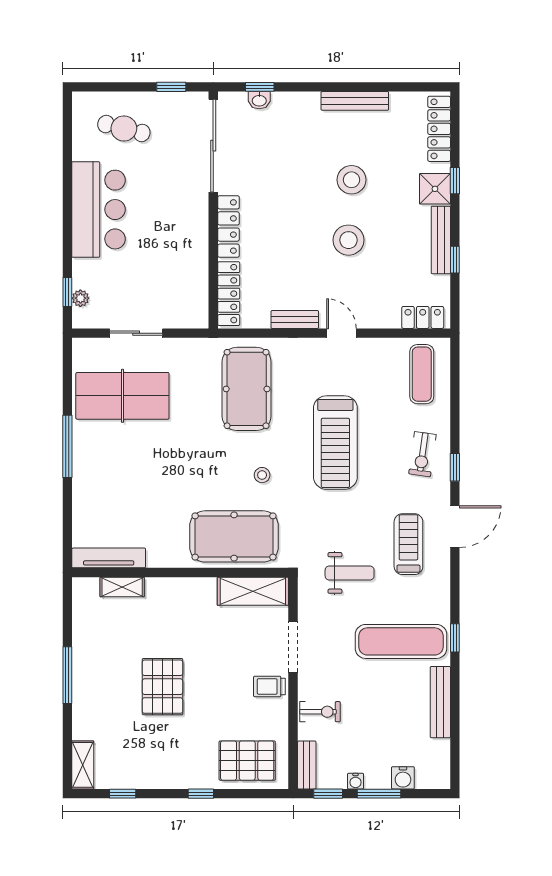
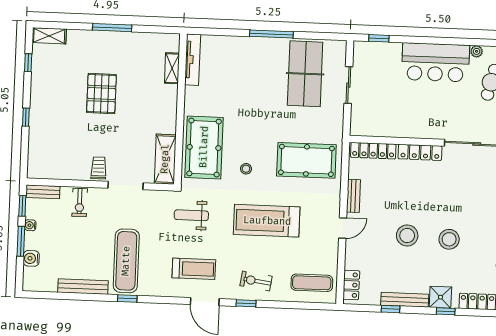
plant: (80, 298) -> (477, 51), moved
weight bench: (350, 573) -> (191, 215), moved, turned 90
pallet: (162, 687) -> (101, 93), turned 90
pallet: (247, 761) -> (48, 150), removed

